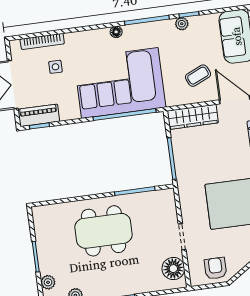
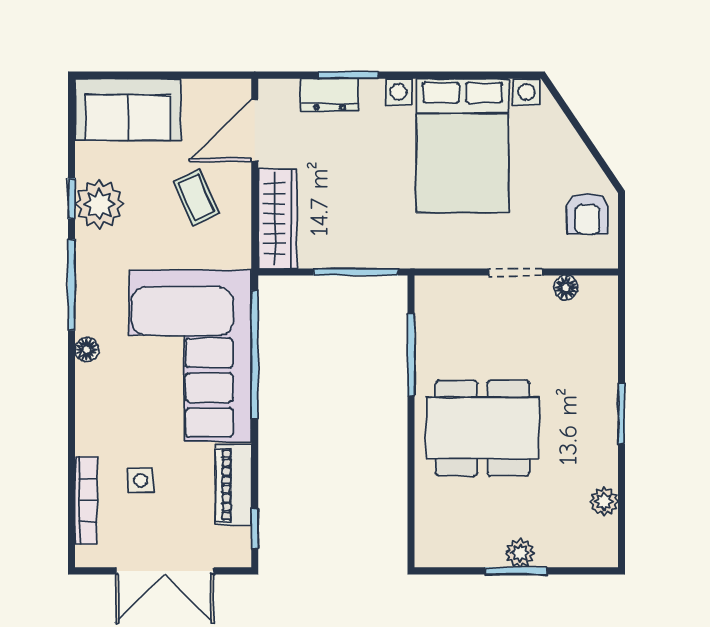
plant: (182, 24) -> (99, 204), width x1.87, depth x1.87
piano: (39, 115) -> (233, 485), moved
dining table: (104, 231) -> (482, 428), turned 90
armchair: (215, 268) -> (587, 214), turned -90
floor lamp: (173, 269) -> (566, 288), width x0.53, depth x0.53
plant: (48, 282) -> (520, 553), moved

